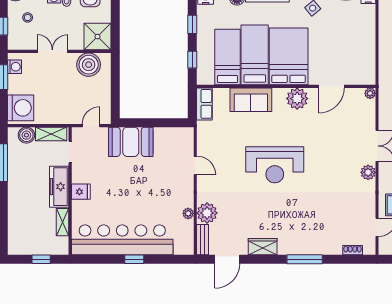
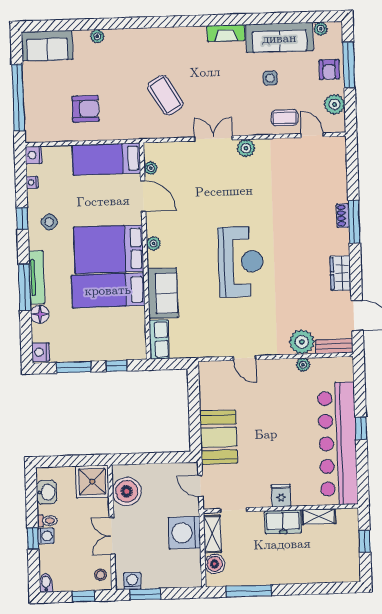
stool: (28, 17) -> (101, 575), moved
window: (192, 24) -> (74, 367), width x1.50
bed: (228, 57) -> (106, 159), moved
plant: (370, 93) -> (151, 168), moved
plant: (297, 99) -> (154, 243), width x0.53, depth x0.53
row of seats: (204, 104) -> (159, 340), moved, turned 90
washing machine: (21, 108) -> (184, 533), moved, turned -90
door: (195, 165) -> (245, 358), swing flipped
freezer: (59, 187) -> (283, 522), width x0.71
shoe rack: (353, 250) -> (343, 216), moved

